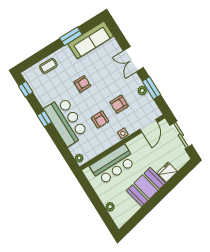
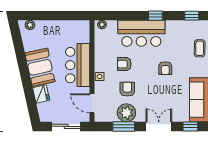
window: (117, 33) -> (190, 126), added
plant: (142, 91) -> (126, 113), width x1.88, depth x1.88
bar counter: (113, 165) -> (78, 65), moved
plant: (110, 207) -> (30, 25), moved

